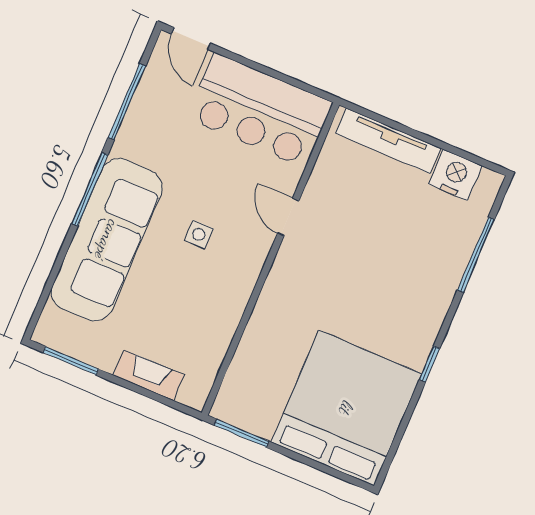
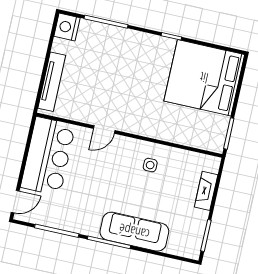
nightstand: (455, 175) -> (67, 27), moved
side table: (199, 234) -> (150, 165), moved
sofa: (107, 240) -> (134, 232), width x0.74, depth x0.79

